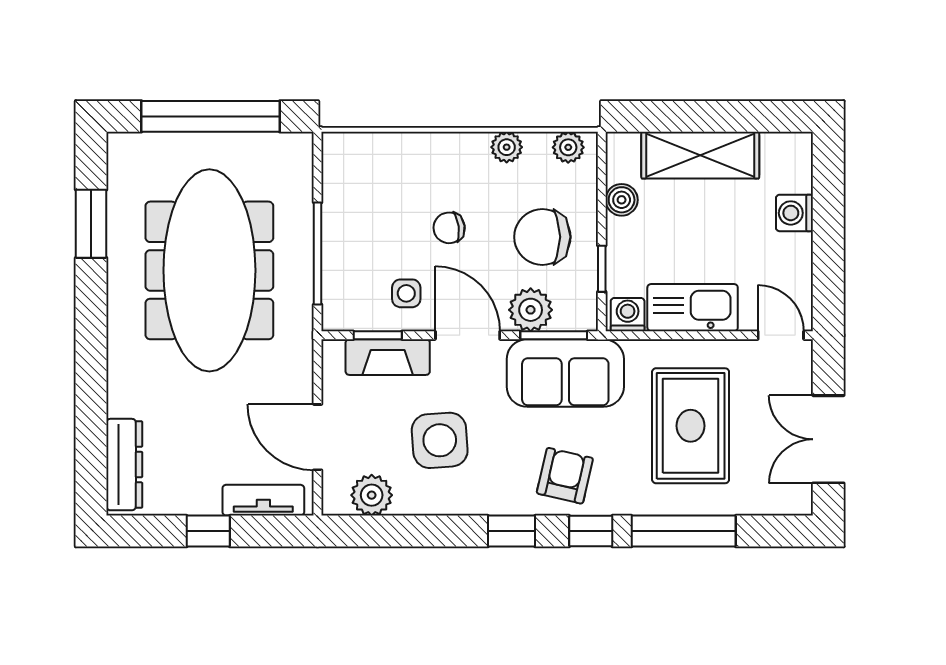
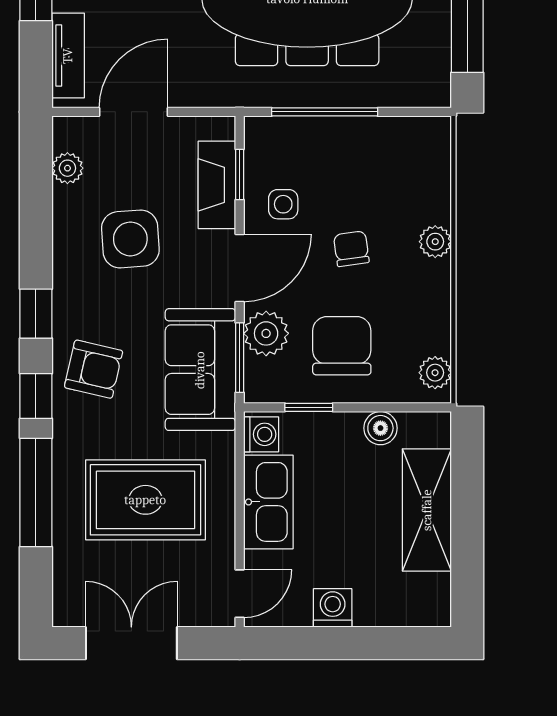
plant: (507, 147) -> (435, 242), moved
washing machine: (794, 213) -> (333, 608), moved
plant: (372, 495) -> (67, 168), width x0.73, depth x0.73

